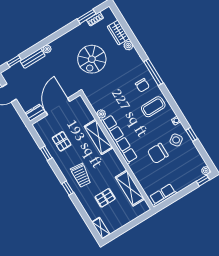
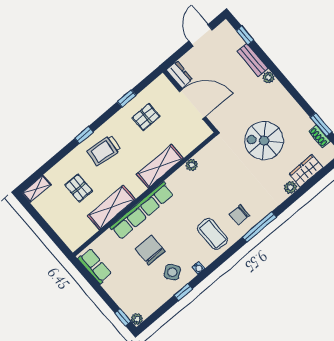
row of seats: (119, 139) -> (142, 211), moved
shelving: (130, 188) -> (111, 207), moved

